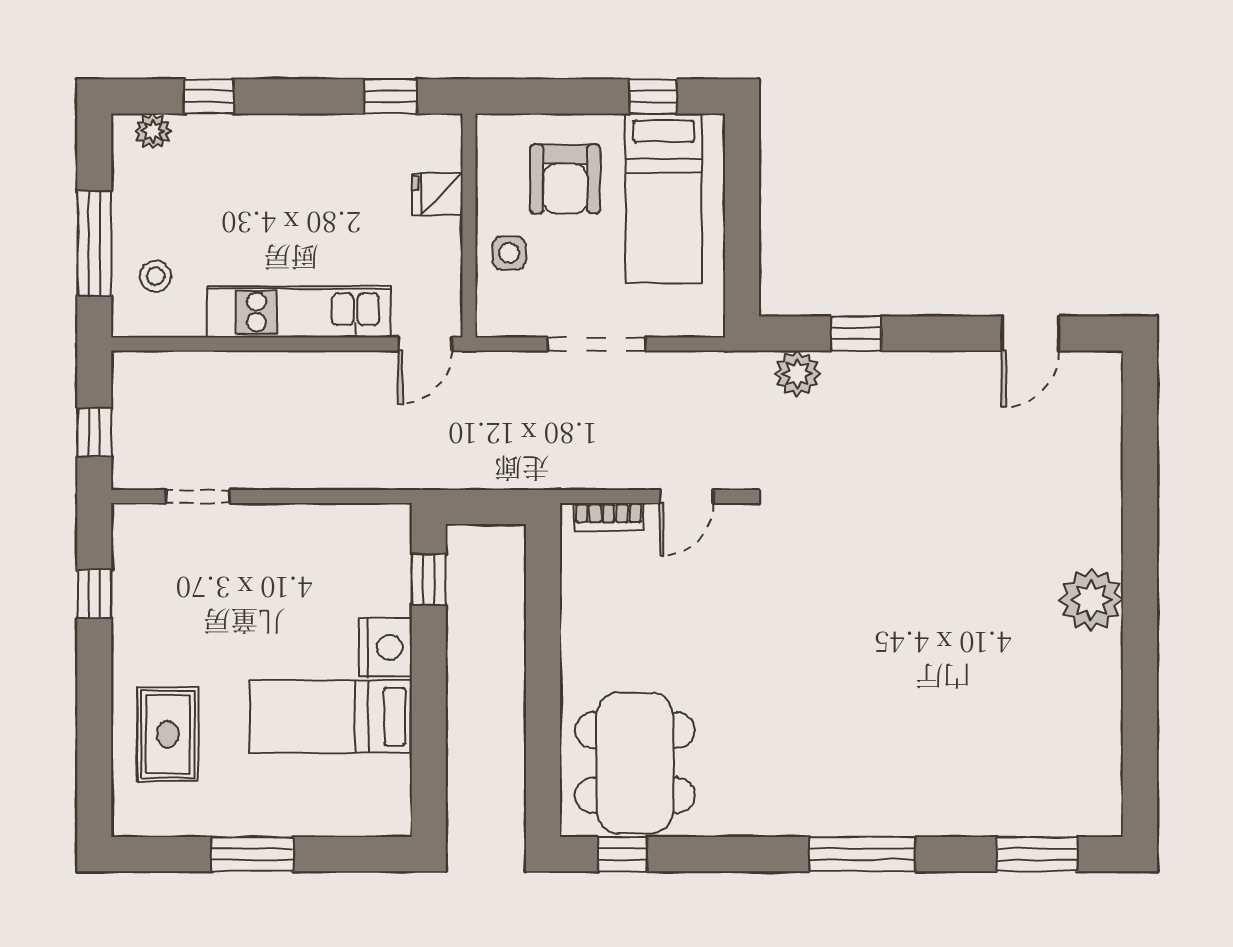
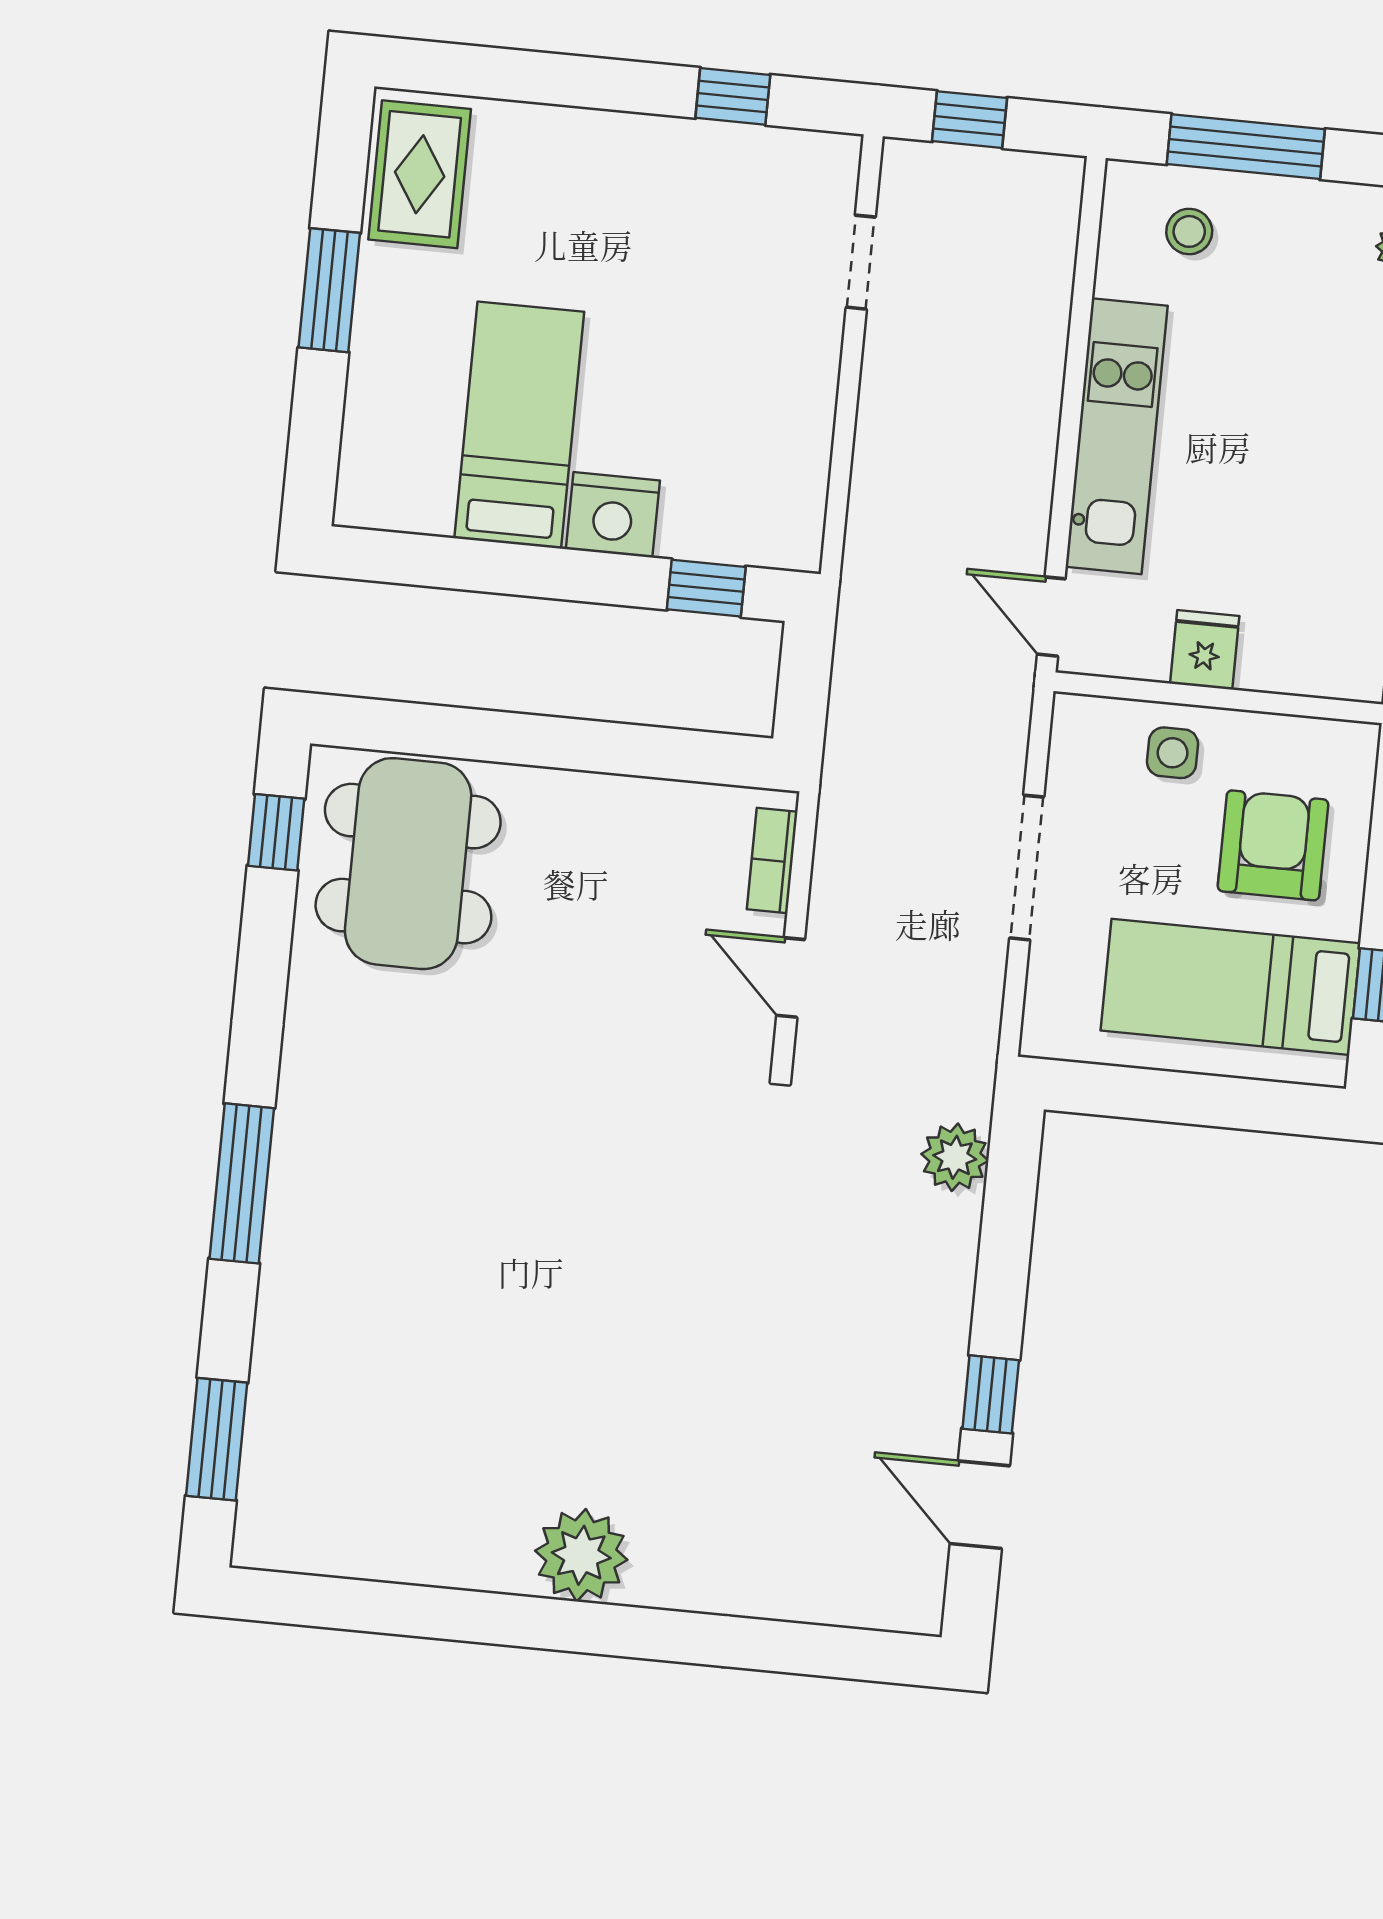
armchair: (565, 179) -> (1273, 845), turned 90
fridge: (437, 194) -> (1205, 650), moved
window: (856, 333) -> (991, 1394), moved
rug: (168, 734) -> (420, 174), moved, turned 90
dining table: (635, 763) -> (408, 864), turned 90

